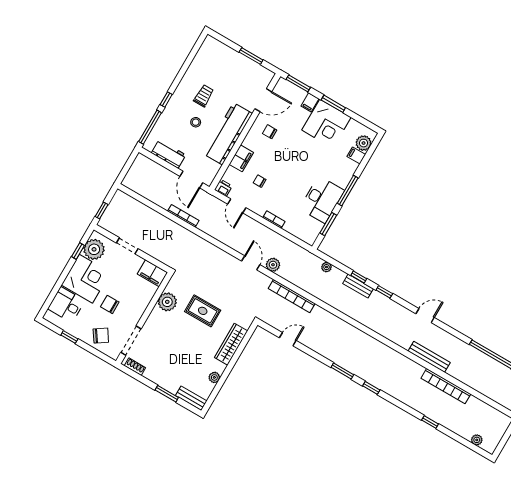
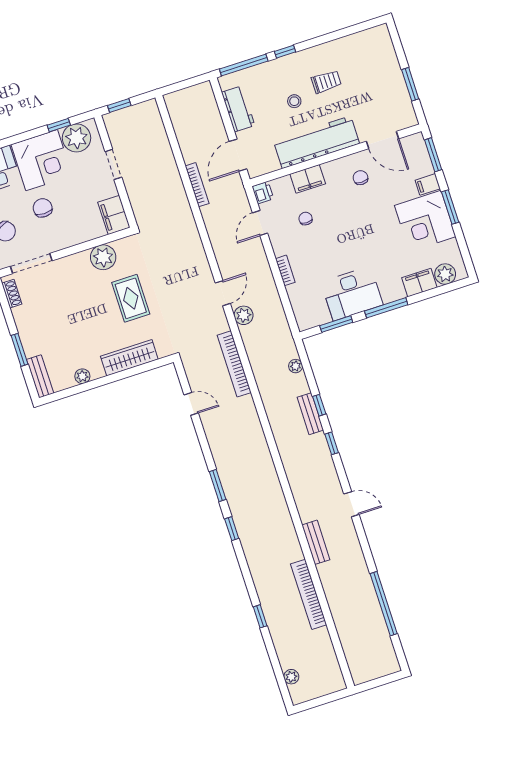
filing cabinet: (356, 155) -> (419, 283), width x2.00
bench: (429, 357) -> (316, 542), width x0.73

